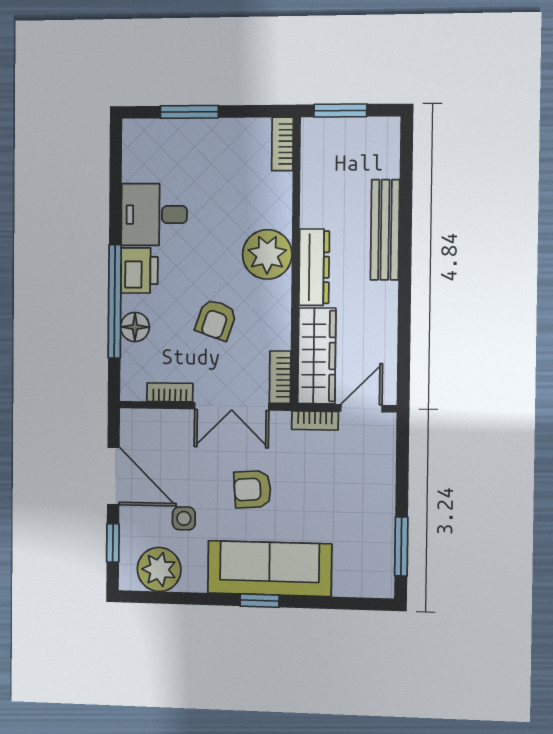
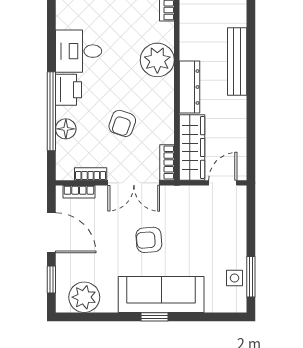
plant: (267, 254) -> (157, 60), moved
bookcase: (315, 421) -> (79, 192), moved
side table: (184, 518) -> (235, 278), moved

